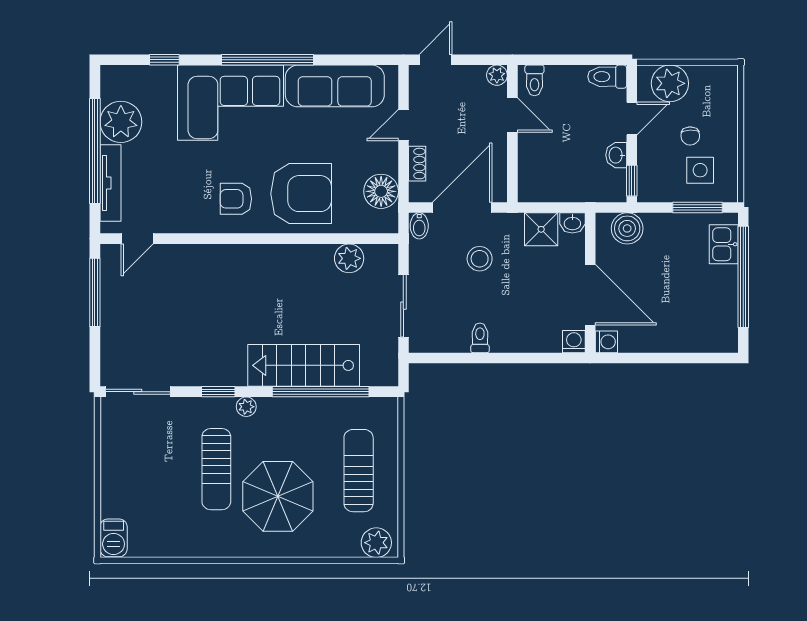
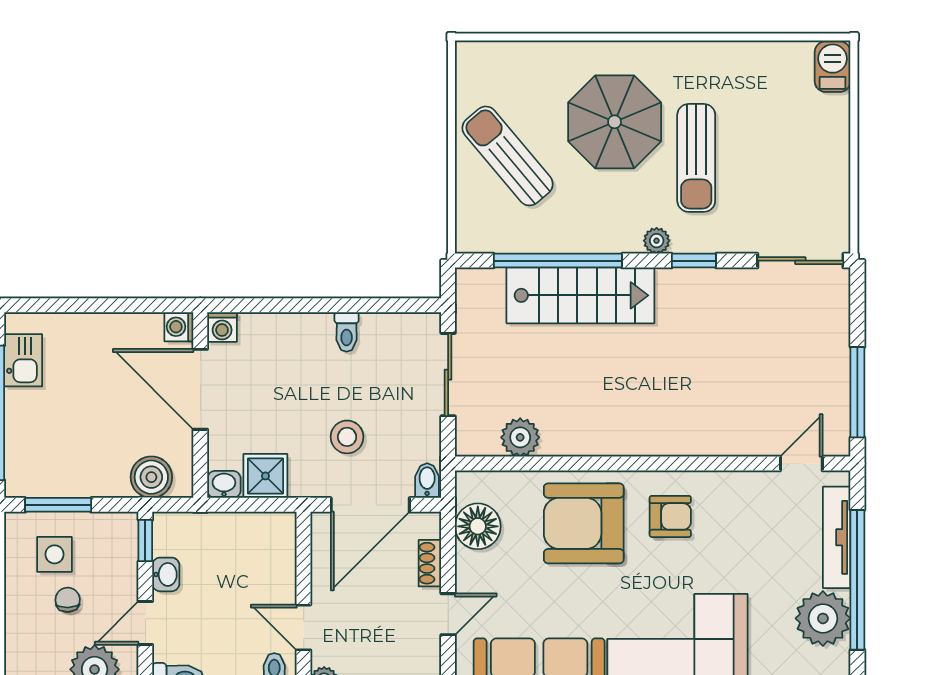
kitchen sink: (724, 244) -> (23, 360), moved
sun lounger: (216, 469) -> (696, 158), turned 180
sun lounger: (359, 471) -> (508, 156), turned 140
plant: (376, 543) -> (484, 60), removed

